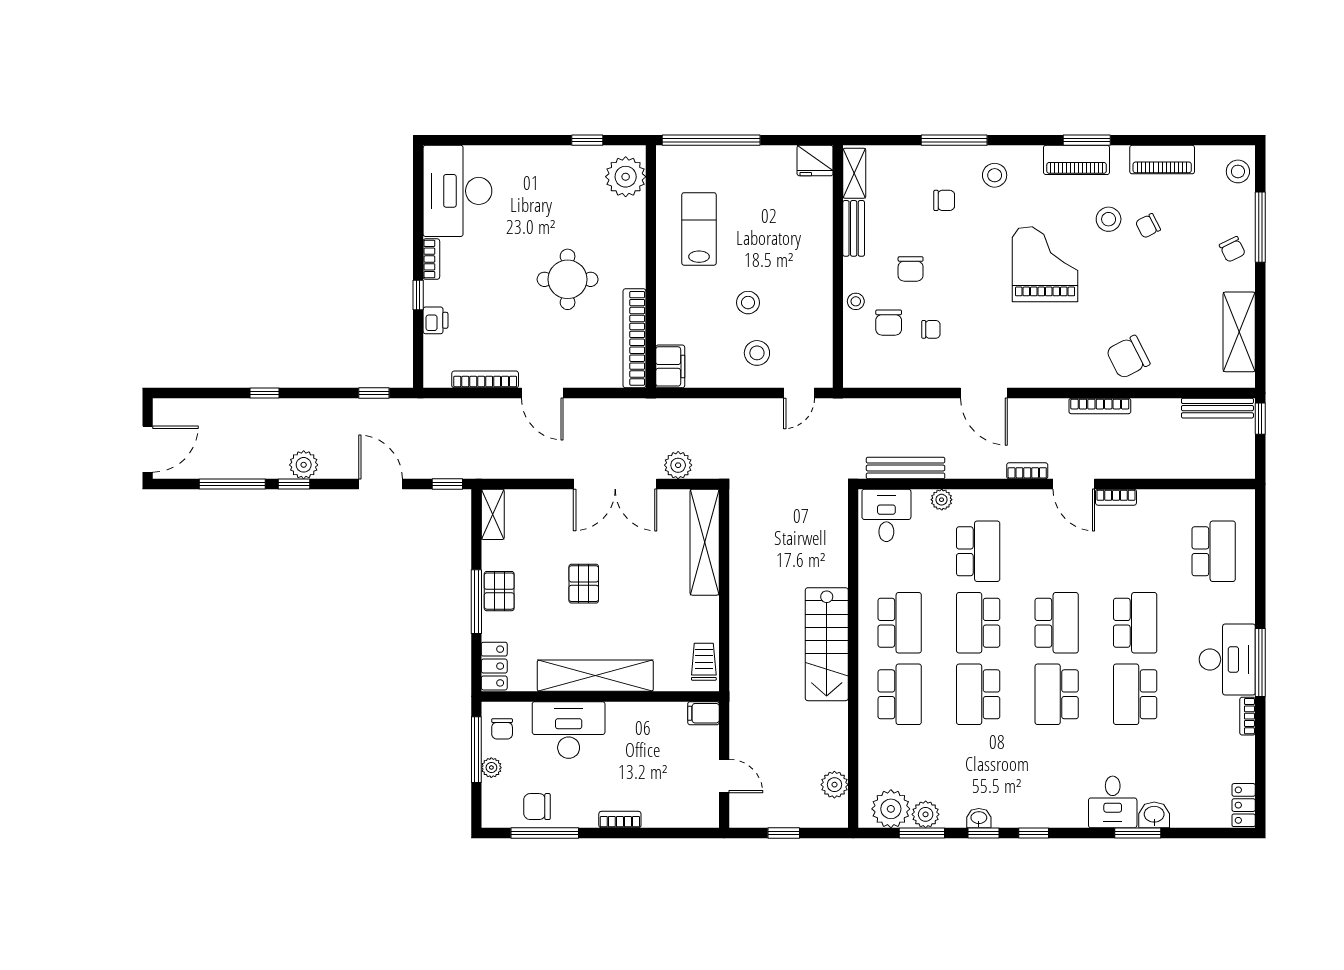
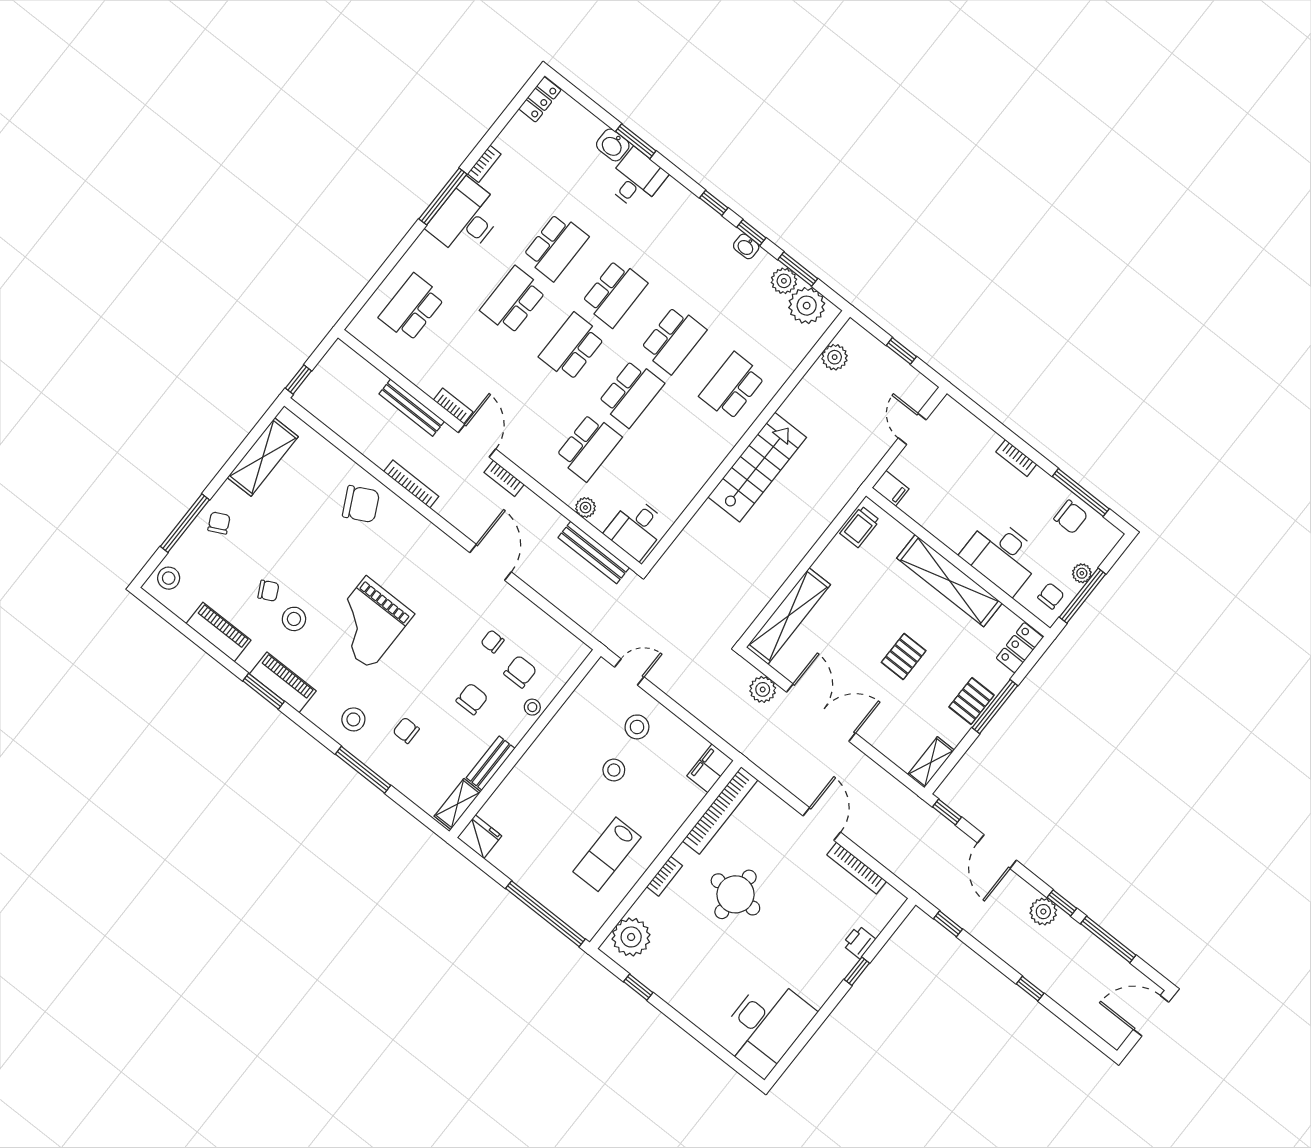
bookcase: (431, 259) -> (665, 876), moved, turned 180
bench: (1217, 408) -> (412, 408), moved
school desk: (978, 551) -> (589, 447), turned 180
school desk: (900, 623) -> (690, 440), removed

